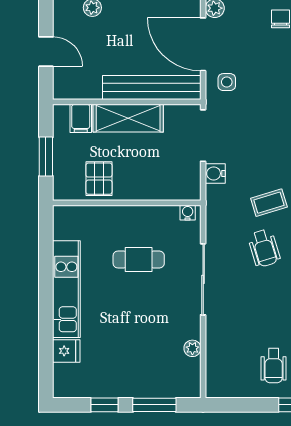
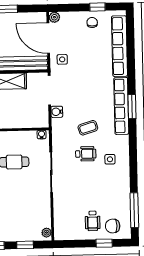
wheelchair: (264, 248) -> (86, 154), turned -73
plant: (192, 348) -> (47, 233), moved
window: (154, 405) -> (25, 245), width x0.67

